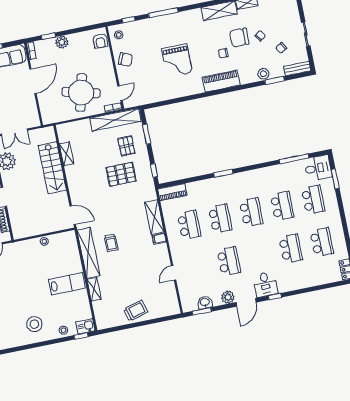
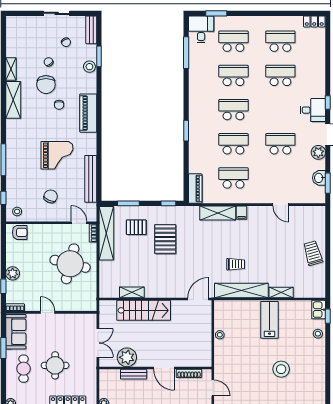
chair: (125, 60) -> (51, 196), moved
door: (33, 81) -> (48, 312), width x0.53
bench: (162, 96) -> (91, 179), added
stool: (34, 324) -> (281, 369), moved

